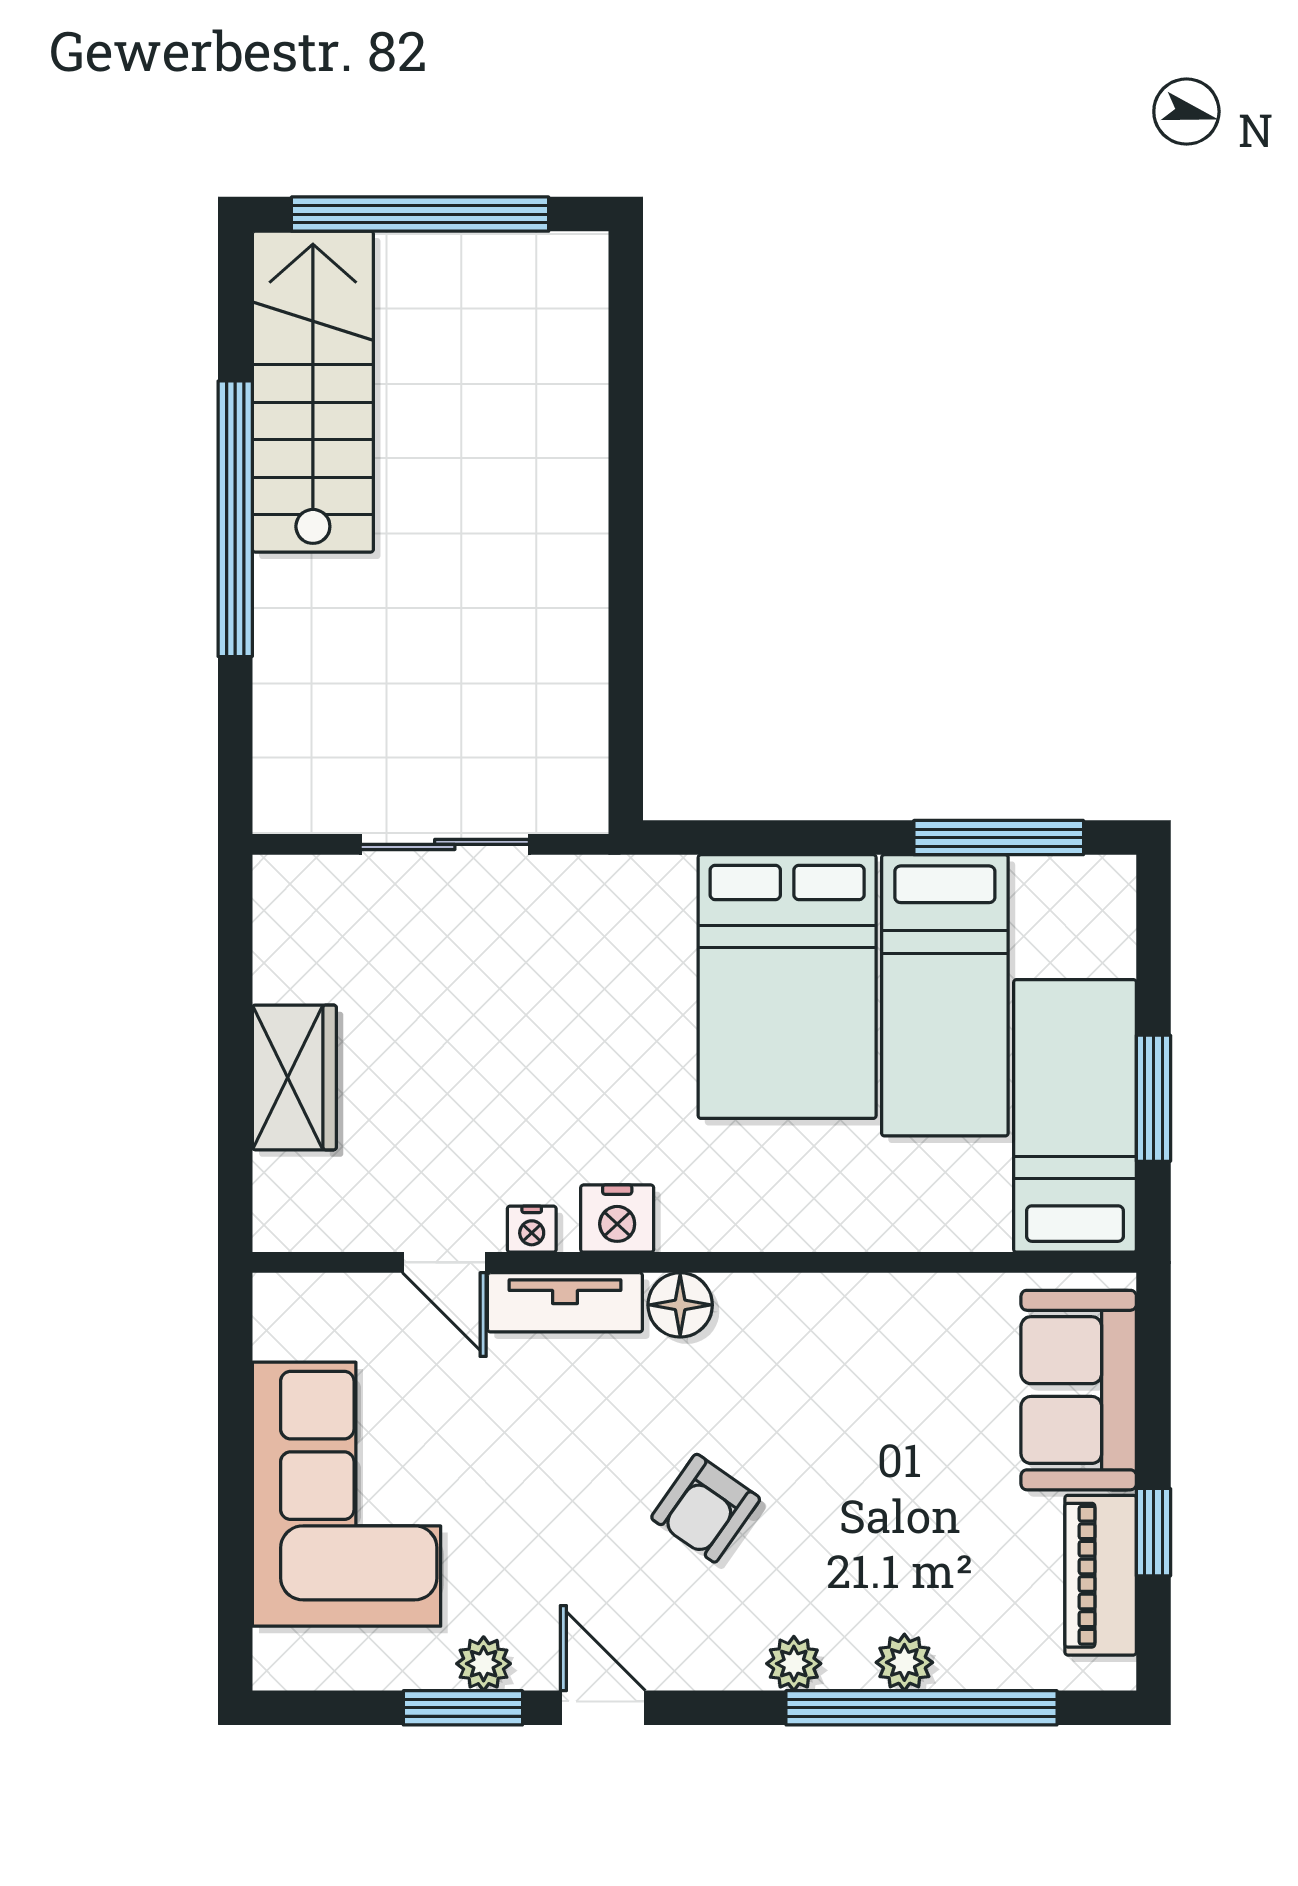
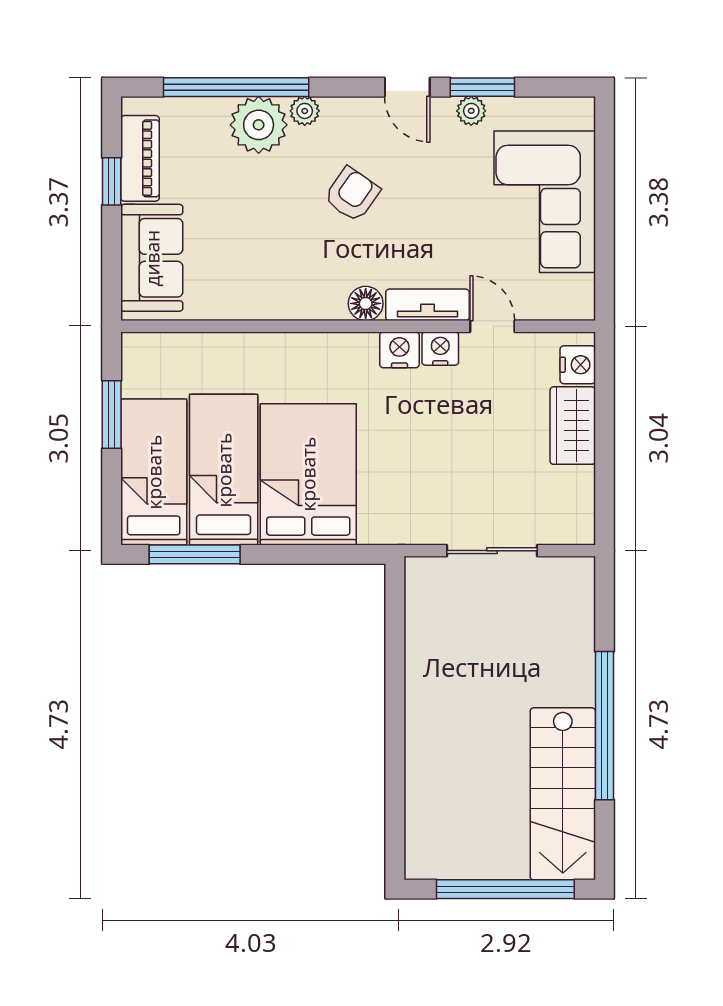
bed: (1075, 1116) -> (154, 472), moved, turned 180
nightstand: (285, 1191) -> (578, 365), added
nightstand: (532, 1229) -> (440, 349), width x1.39, depth x1.35
plant: (904, 1662) -> (259, 125), width x1.88, depth x1.88

